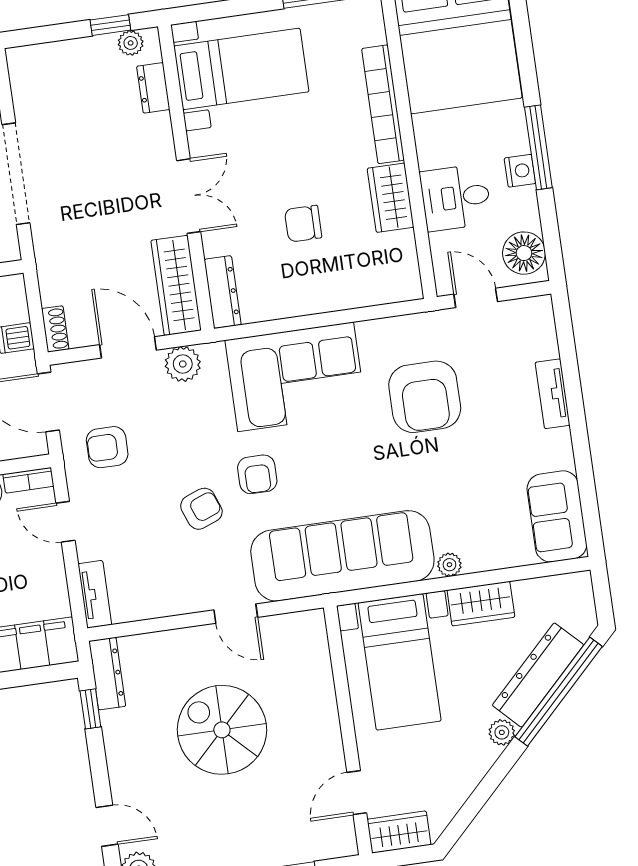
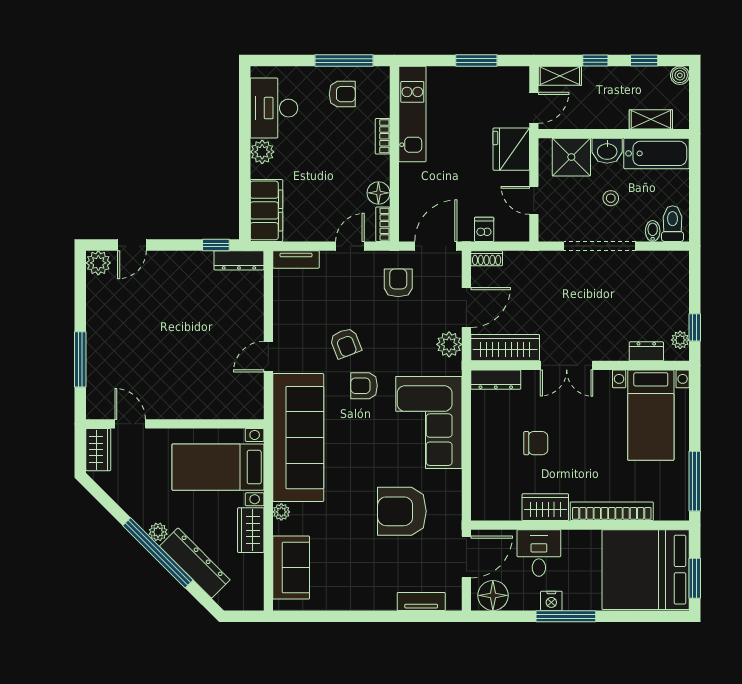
chair: (303, 224) -> (536, 443), turned 90
door: (476, 298) -> (466, 557), width x1.38
tv unit: (553, 394) -> (421, 601), moved
sofa: (557, 516) -> (291, 568), moved, turned 90
window: (559, 692) -> (158, 553), moved
spiral stairs: (222, 730) -> (188, 335), removed

